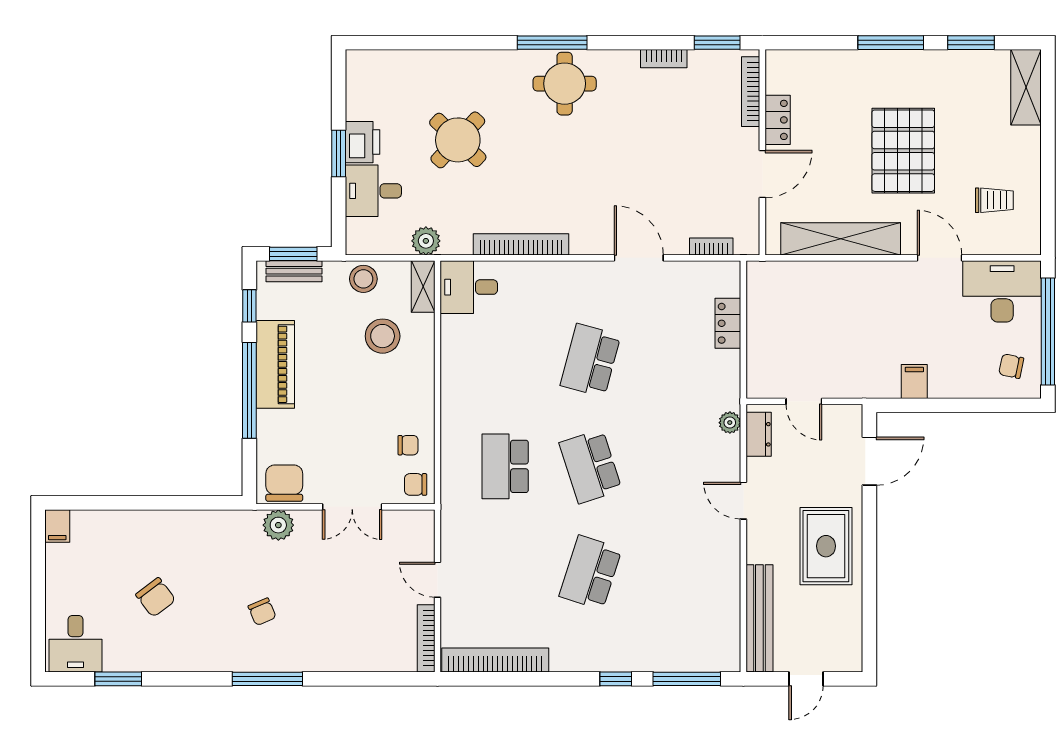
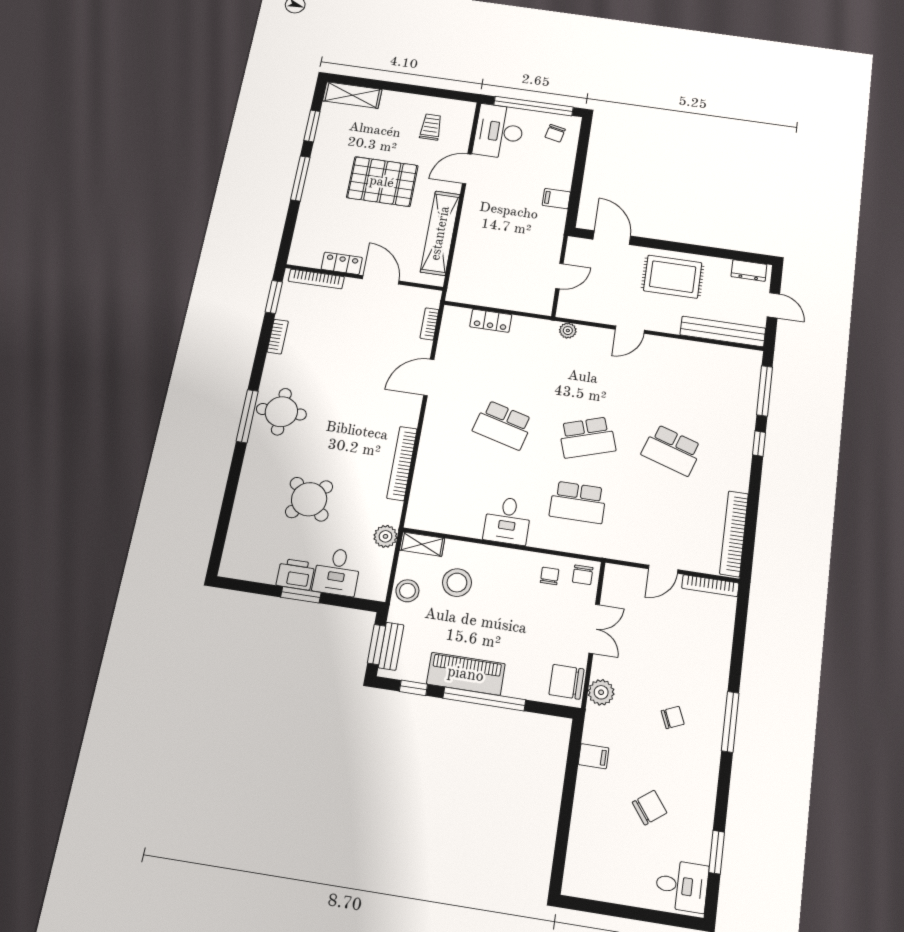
desk: (469, 287) -> (507, 521), moved
dresser: (759, 434) -> (749, 271), moved, turned 180
filing cabinet: (57, 526) -> (594, 756), moved

